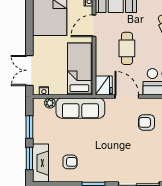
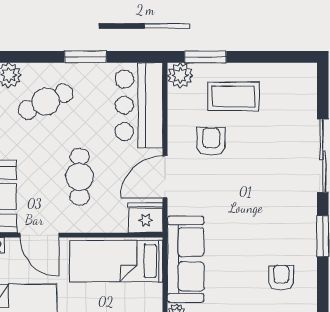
cafe table: (127, 48) -> (80, 177), turned 90
armchair: (147, 122) -> (211, 142), turned 180

